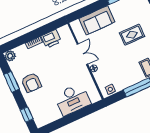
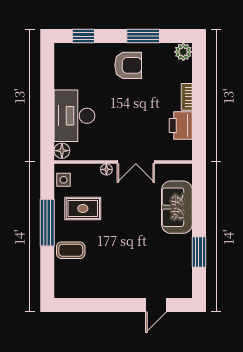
rug: (132, 35) -> (83, 208), moved, turned 90
armchair: (31, 83) -> (128, 65), turned 180
floor lamp: (95, 98) -> (62, 151), added

